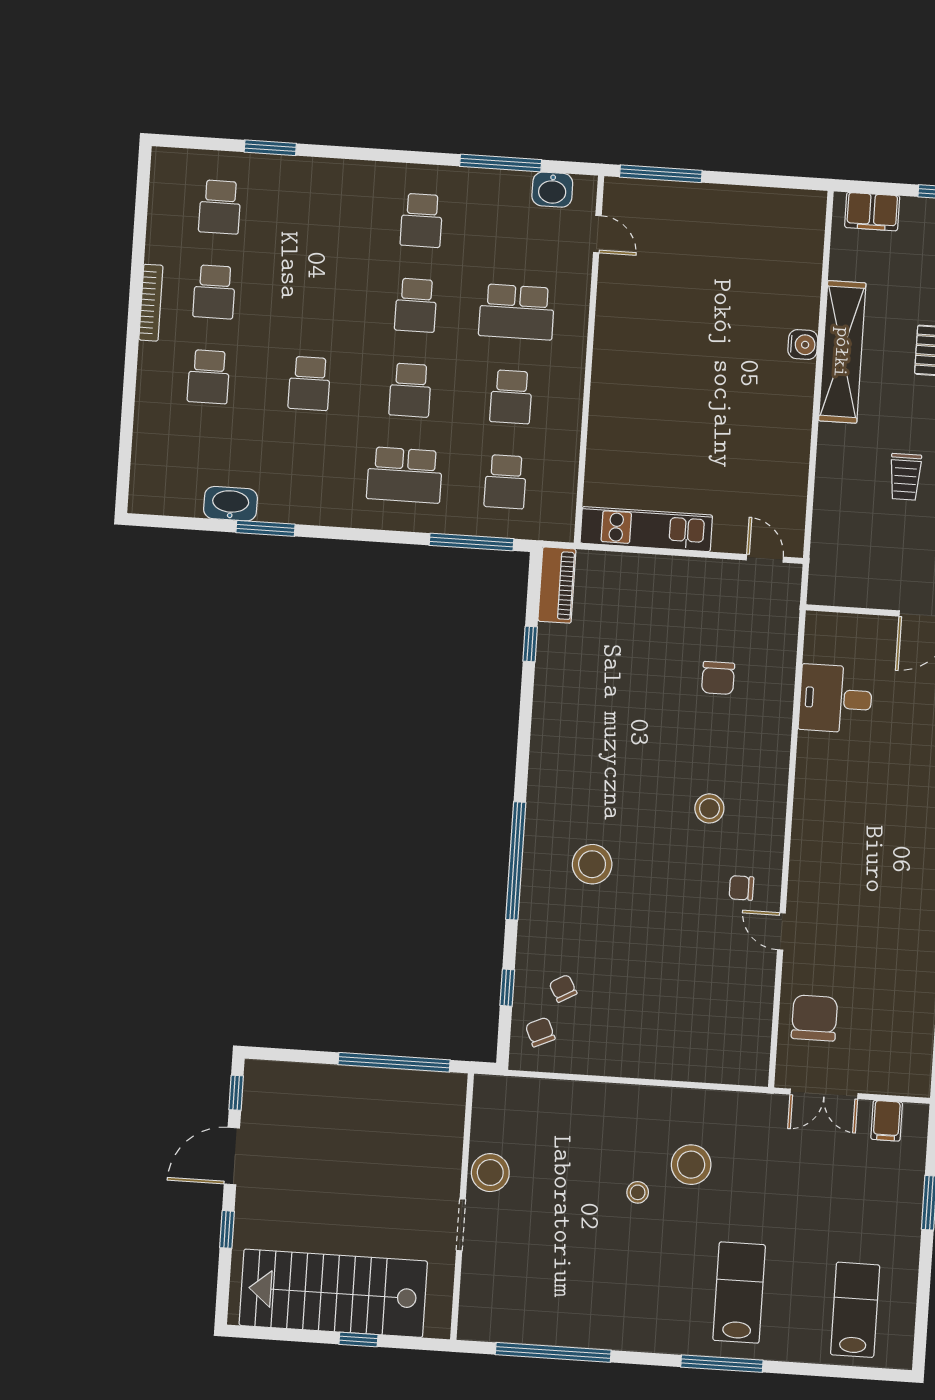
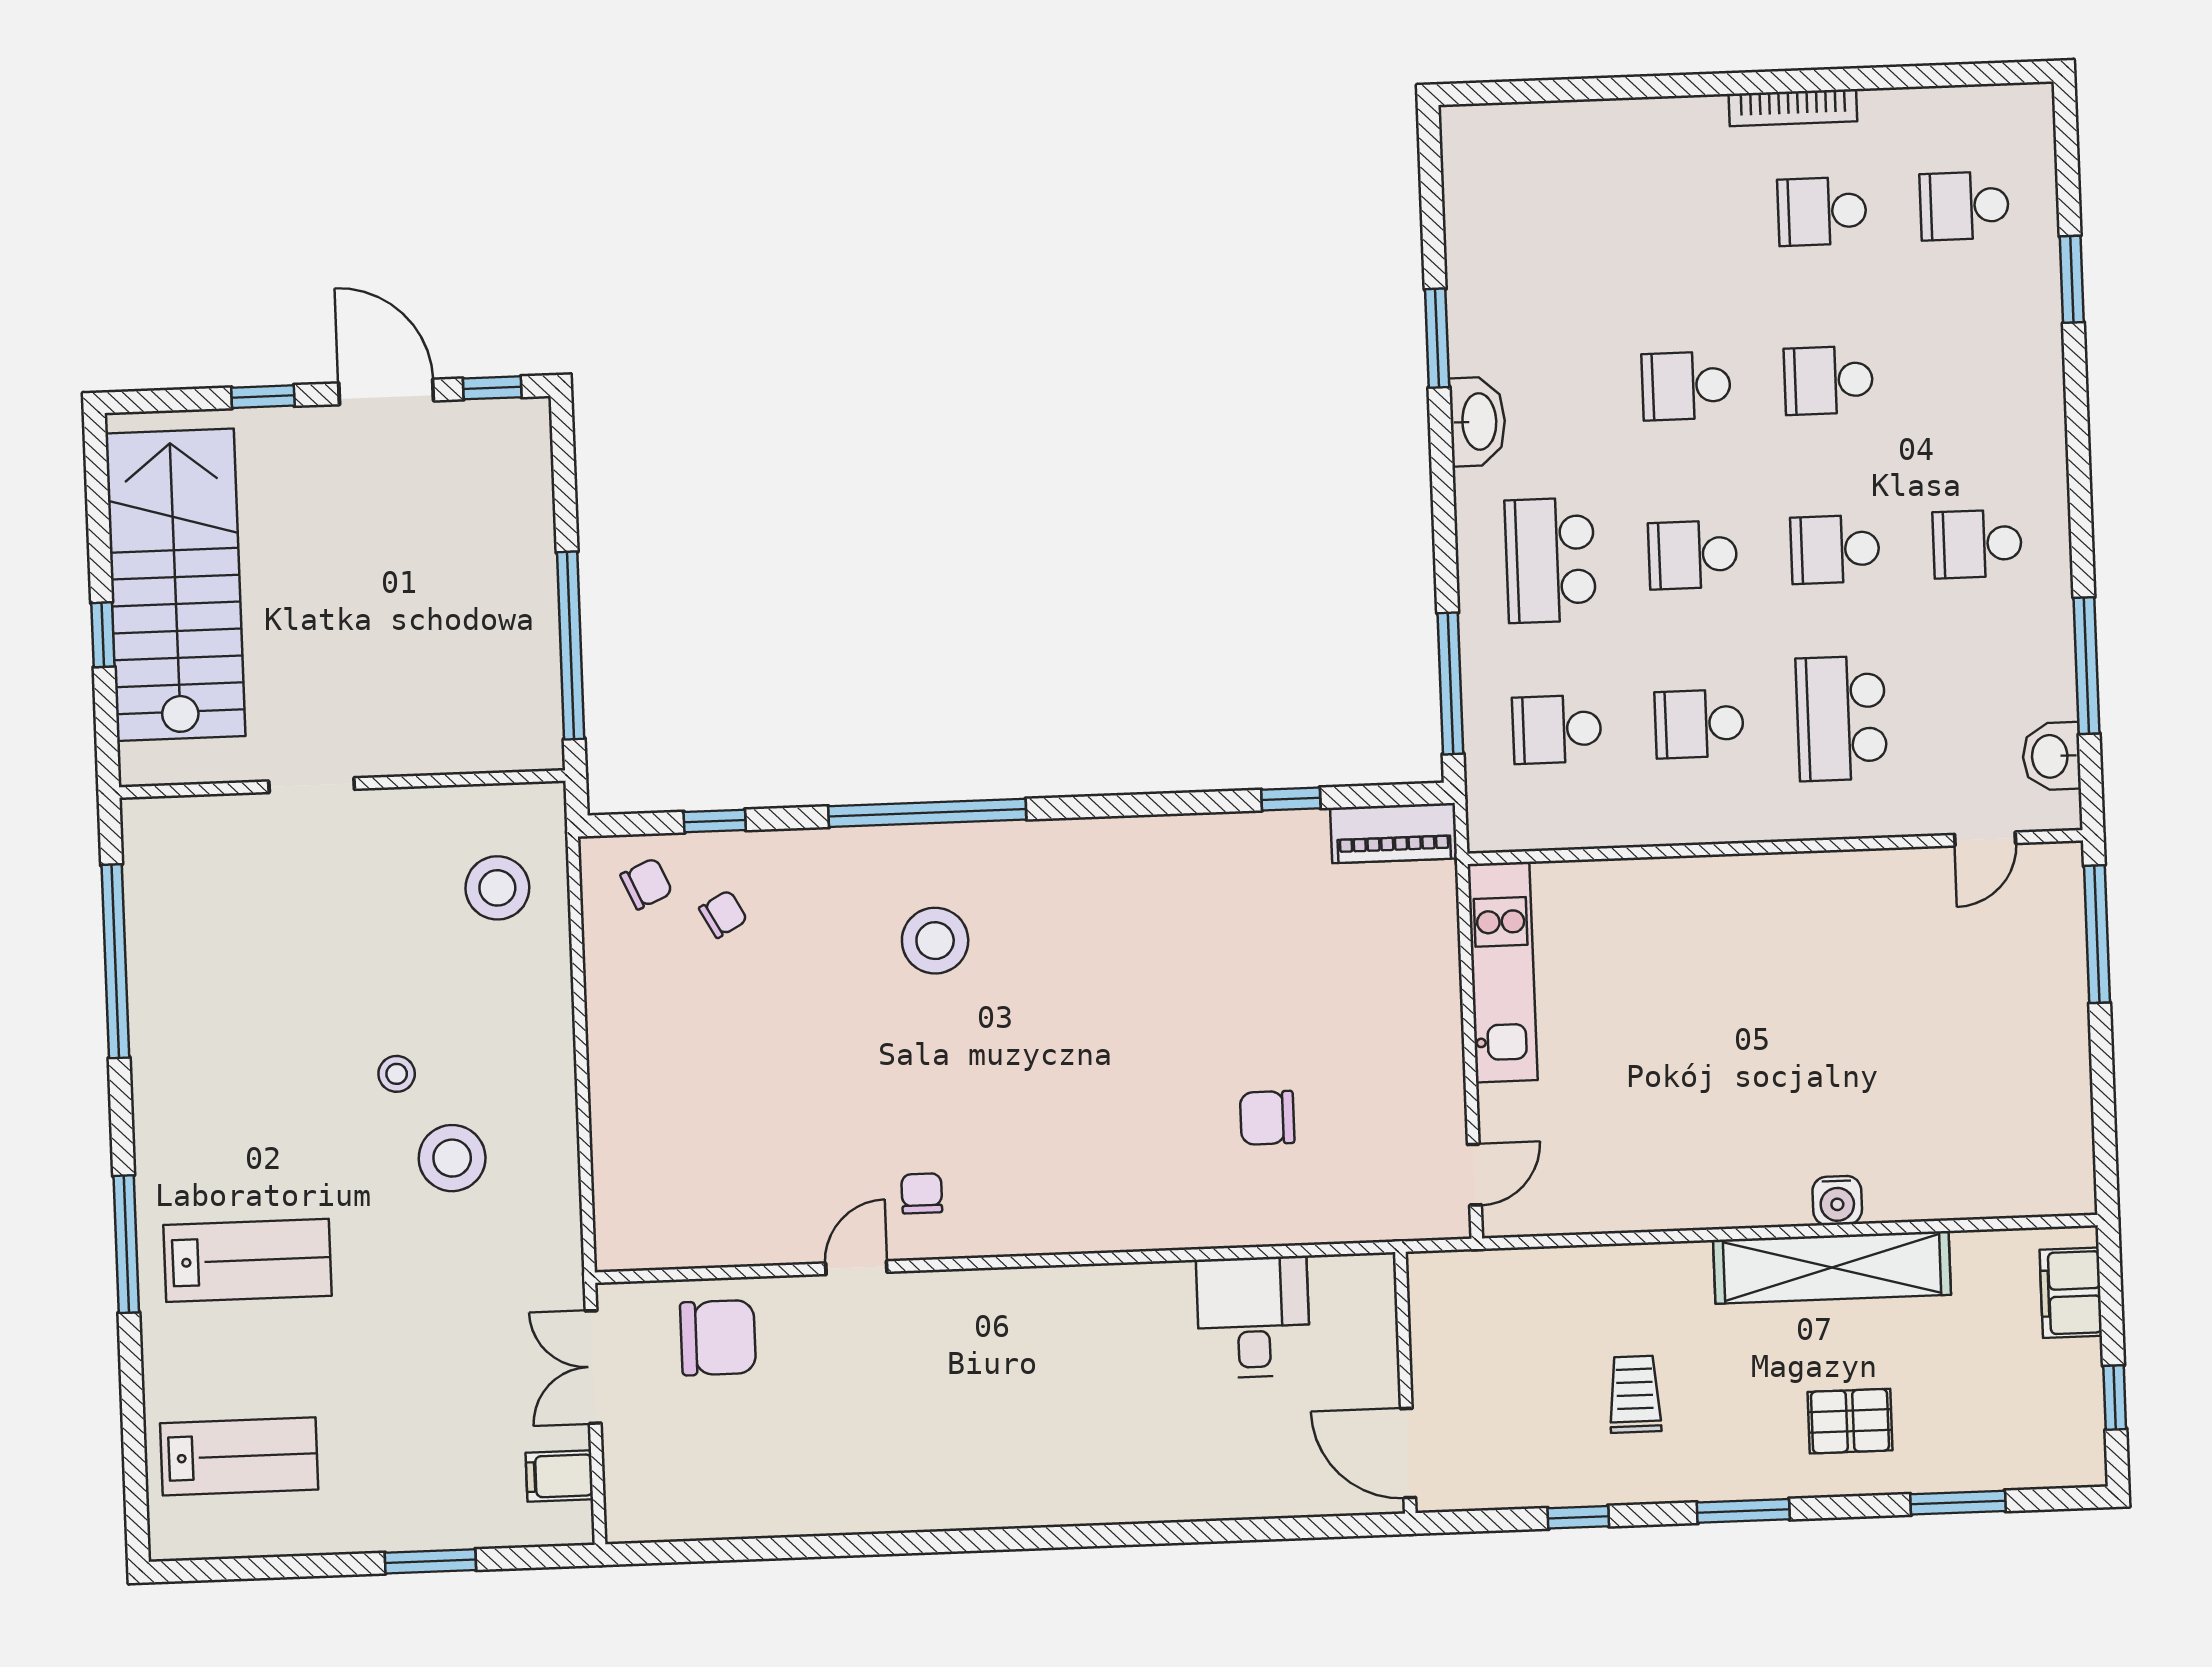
school desk: (209, 377) -> (1828, 380), moved
trolley: (905, 477) -> (1635, 1394), turned 90
washbasin: (231, 504) -> (1478, 422), moved
stool: (709, 808) -> (1048, 1126), removed
stool: (490, 1173) -> (497, 888), moved

